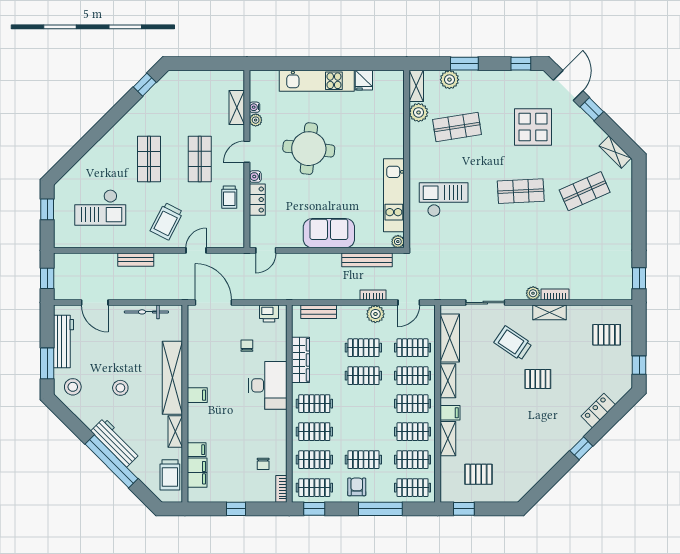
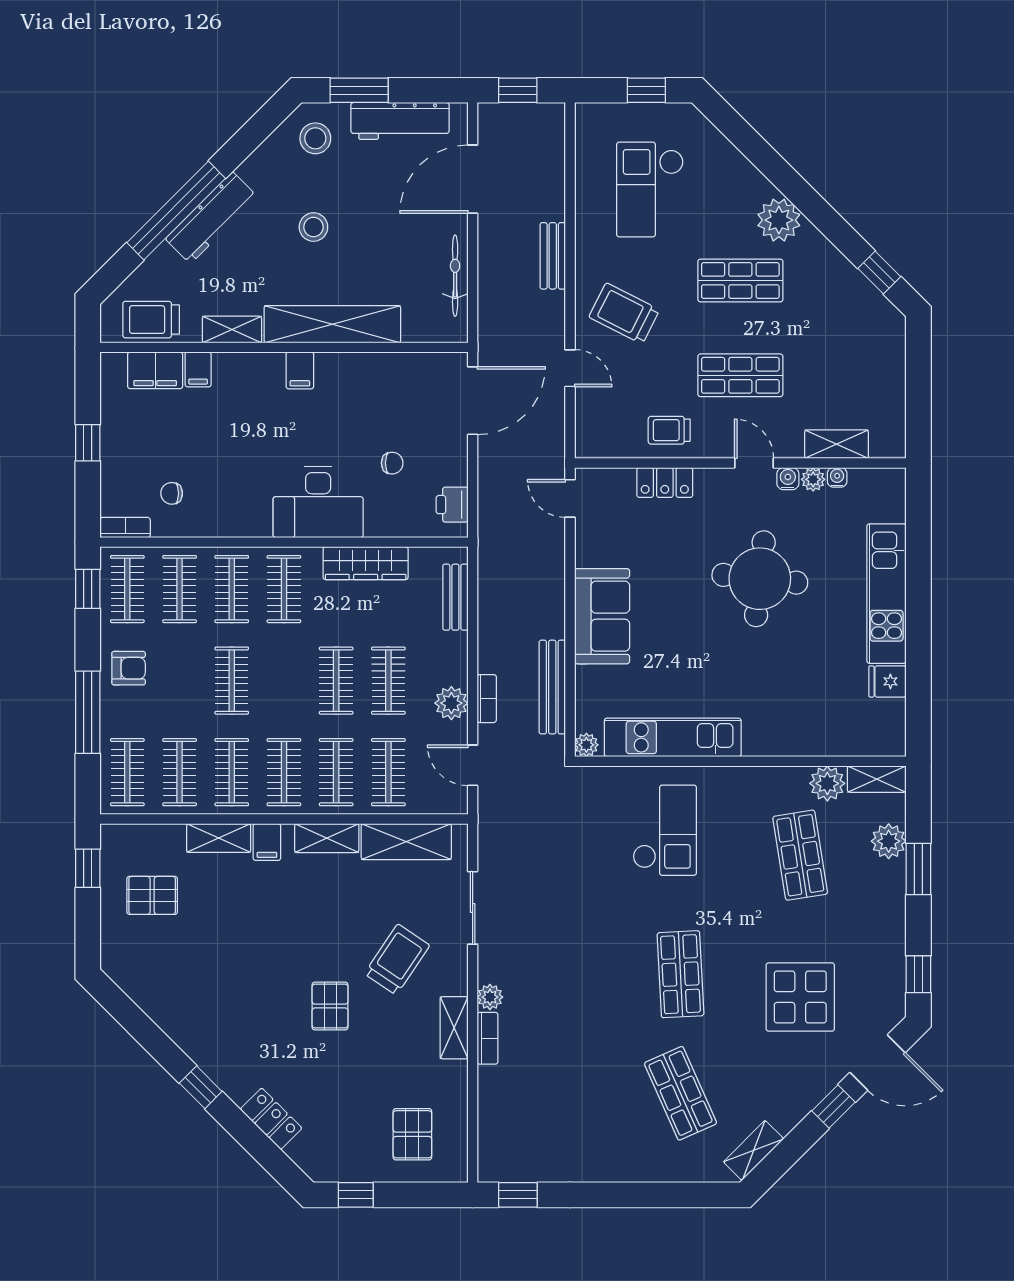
plant: (117, 138) -> (779, 220), added
water cooler: (255, 177) -> (788, 479), moved
door: (95, 303) -> (473, 179), width x1.36
clothes rail: (363, 460) -> (232, 681), moved
pallet: (479, 474) -> (152, 895), turned 90

